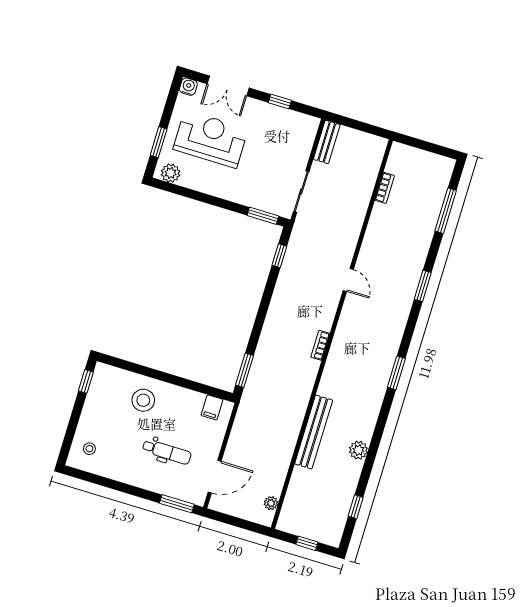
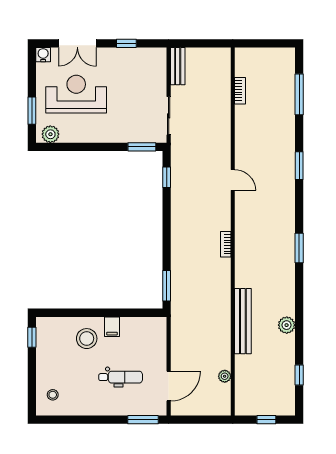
filing cabinet: (212, 407) -> (112, 327), moved
plant: (271, 503) -> (225, 376), moved

